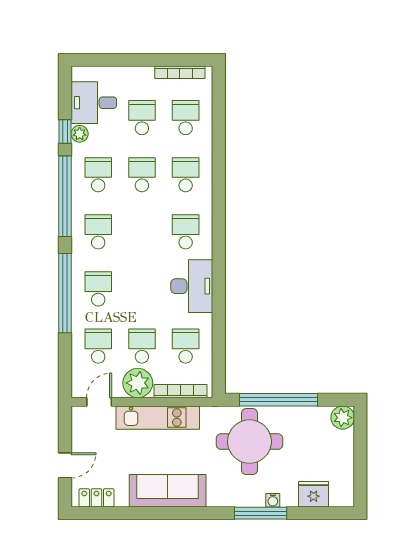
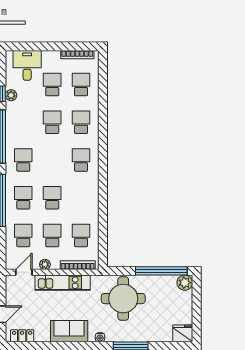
desk: (94, 103) -> (27, 65), moved, turned 90
school desk: (98, 175) -> (52, 198), moved
desk: (192, 286) -> (85, 196), removed
plant: (138, 383) -> (45, 264), width x0.53, depth x0.53
window: (278, 400) -> (161, 271), moved
sofa: (168, 491) -> (69, 331), width x0.73
fridge: (314, 494) -> (183, 333), moved
water cooler: (273, 500) -> (100, 337), moved

